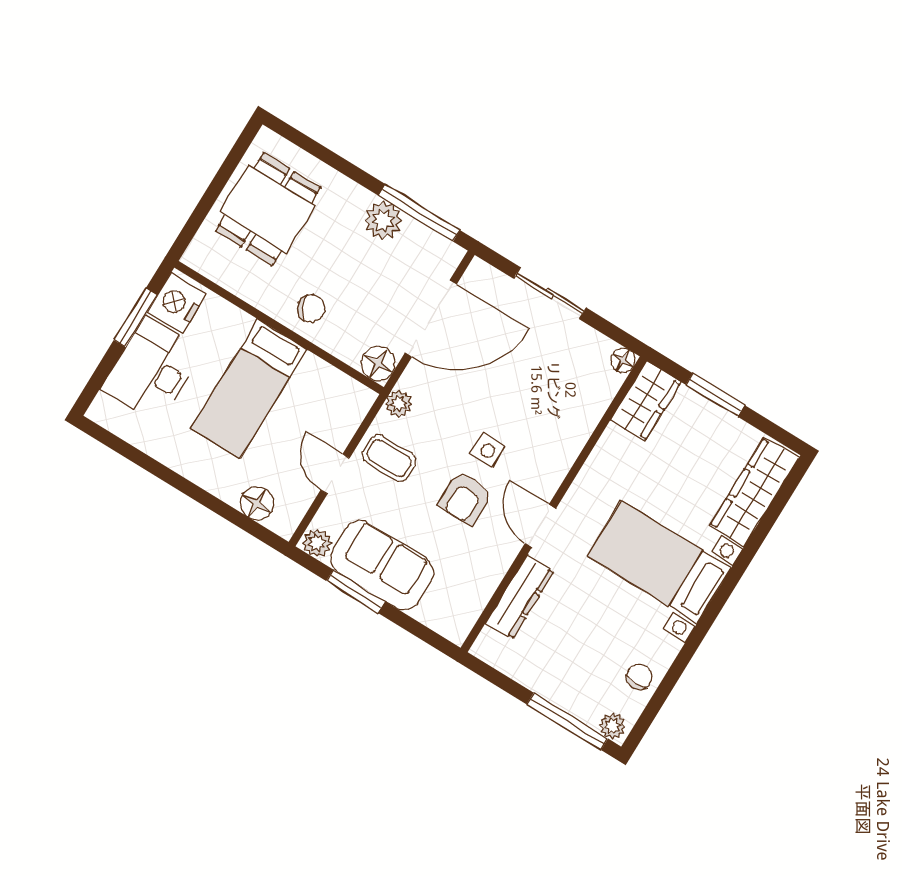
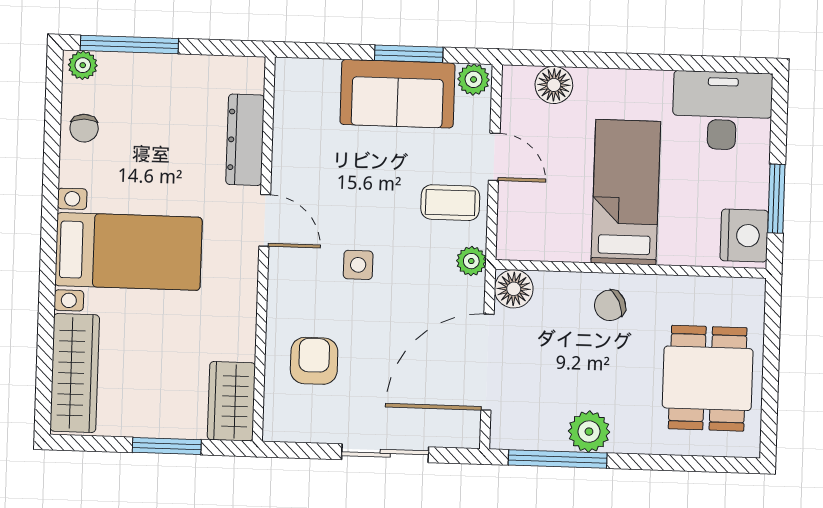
floor lamp: (623, 361) -> (276, 428), removed
desk: (152, 370) -> (722, 111), moved, turned -90
armchair: (465, 499) -> (314, 361), moved

